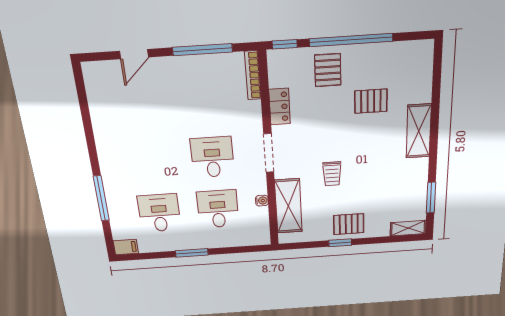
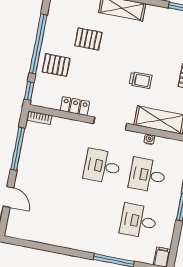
bookcase: (253, 75) -> (39, 118), width x0.64
pallet: (371, 101) -> (88, 39), turned 90

